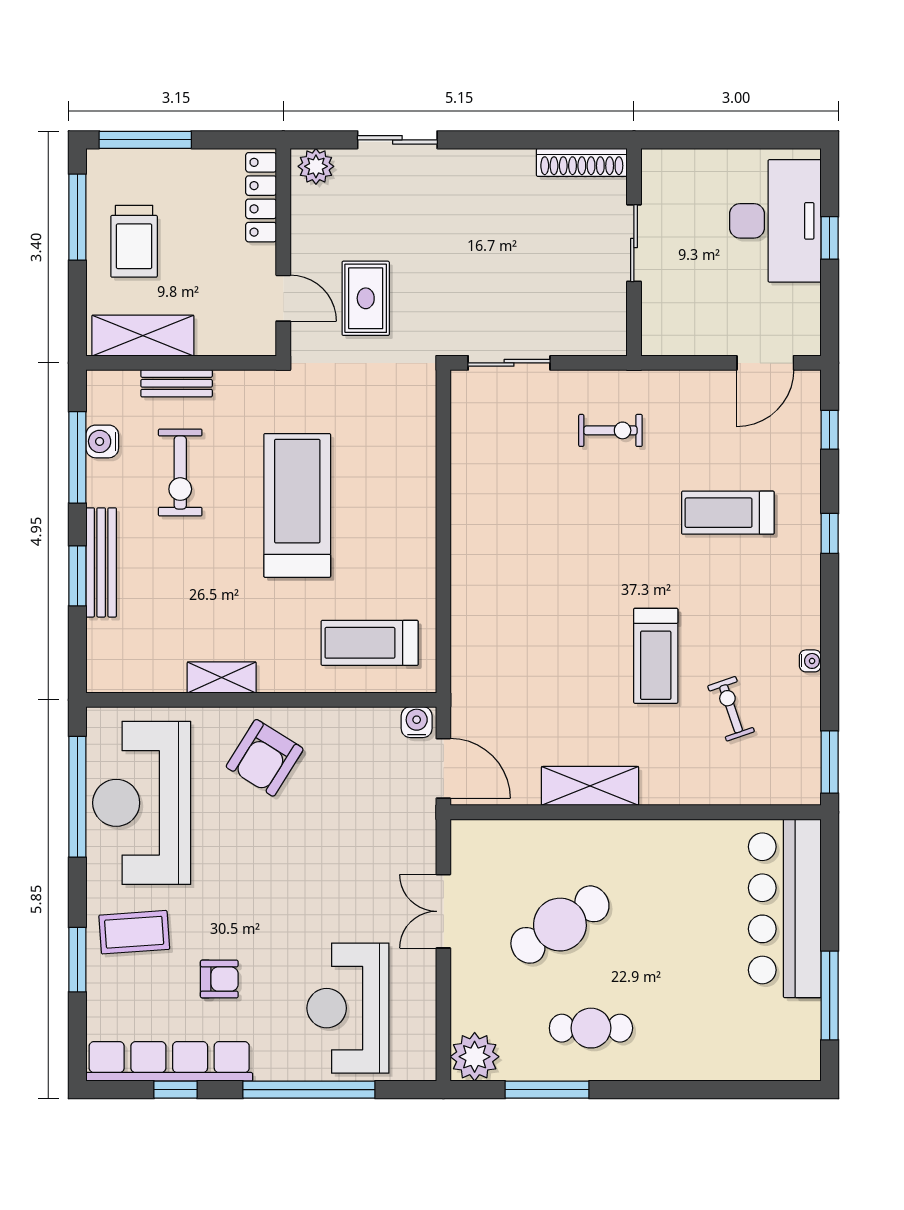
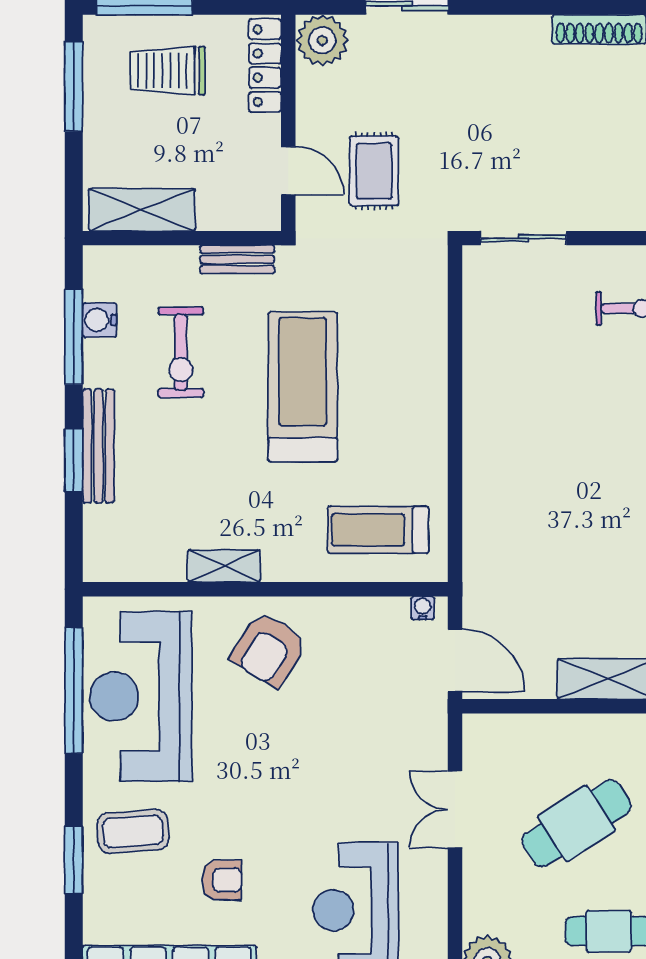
plant: (316, 166) -> (322, 40), width x1.36, depth x1.36
trolley: (134, 241) -> (168, 71), moved, turned 90
bench: (177, 383) -> (237, 259), moved
water cooler: (417, 722) -> (423, 608), width x0.72, depth x0.72

